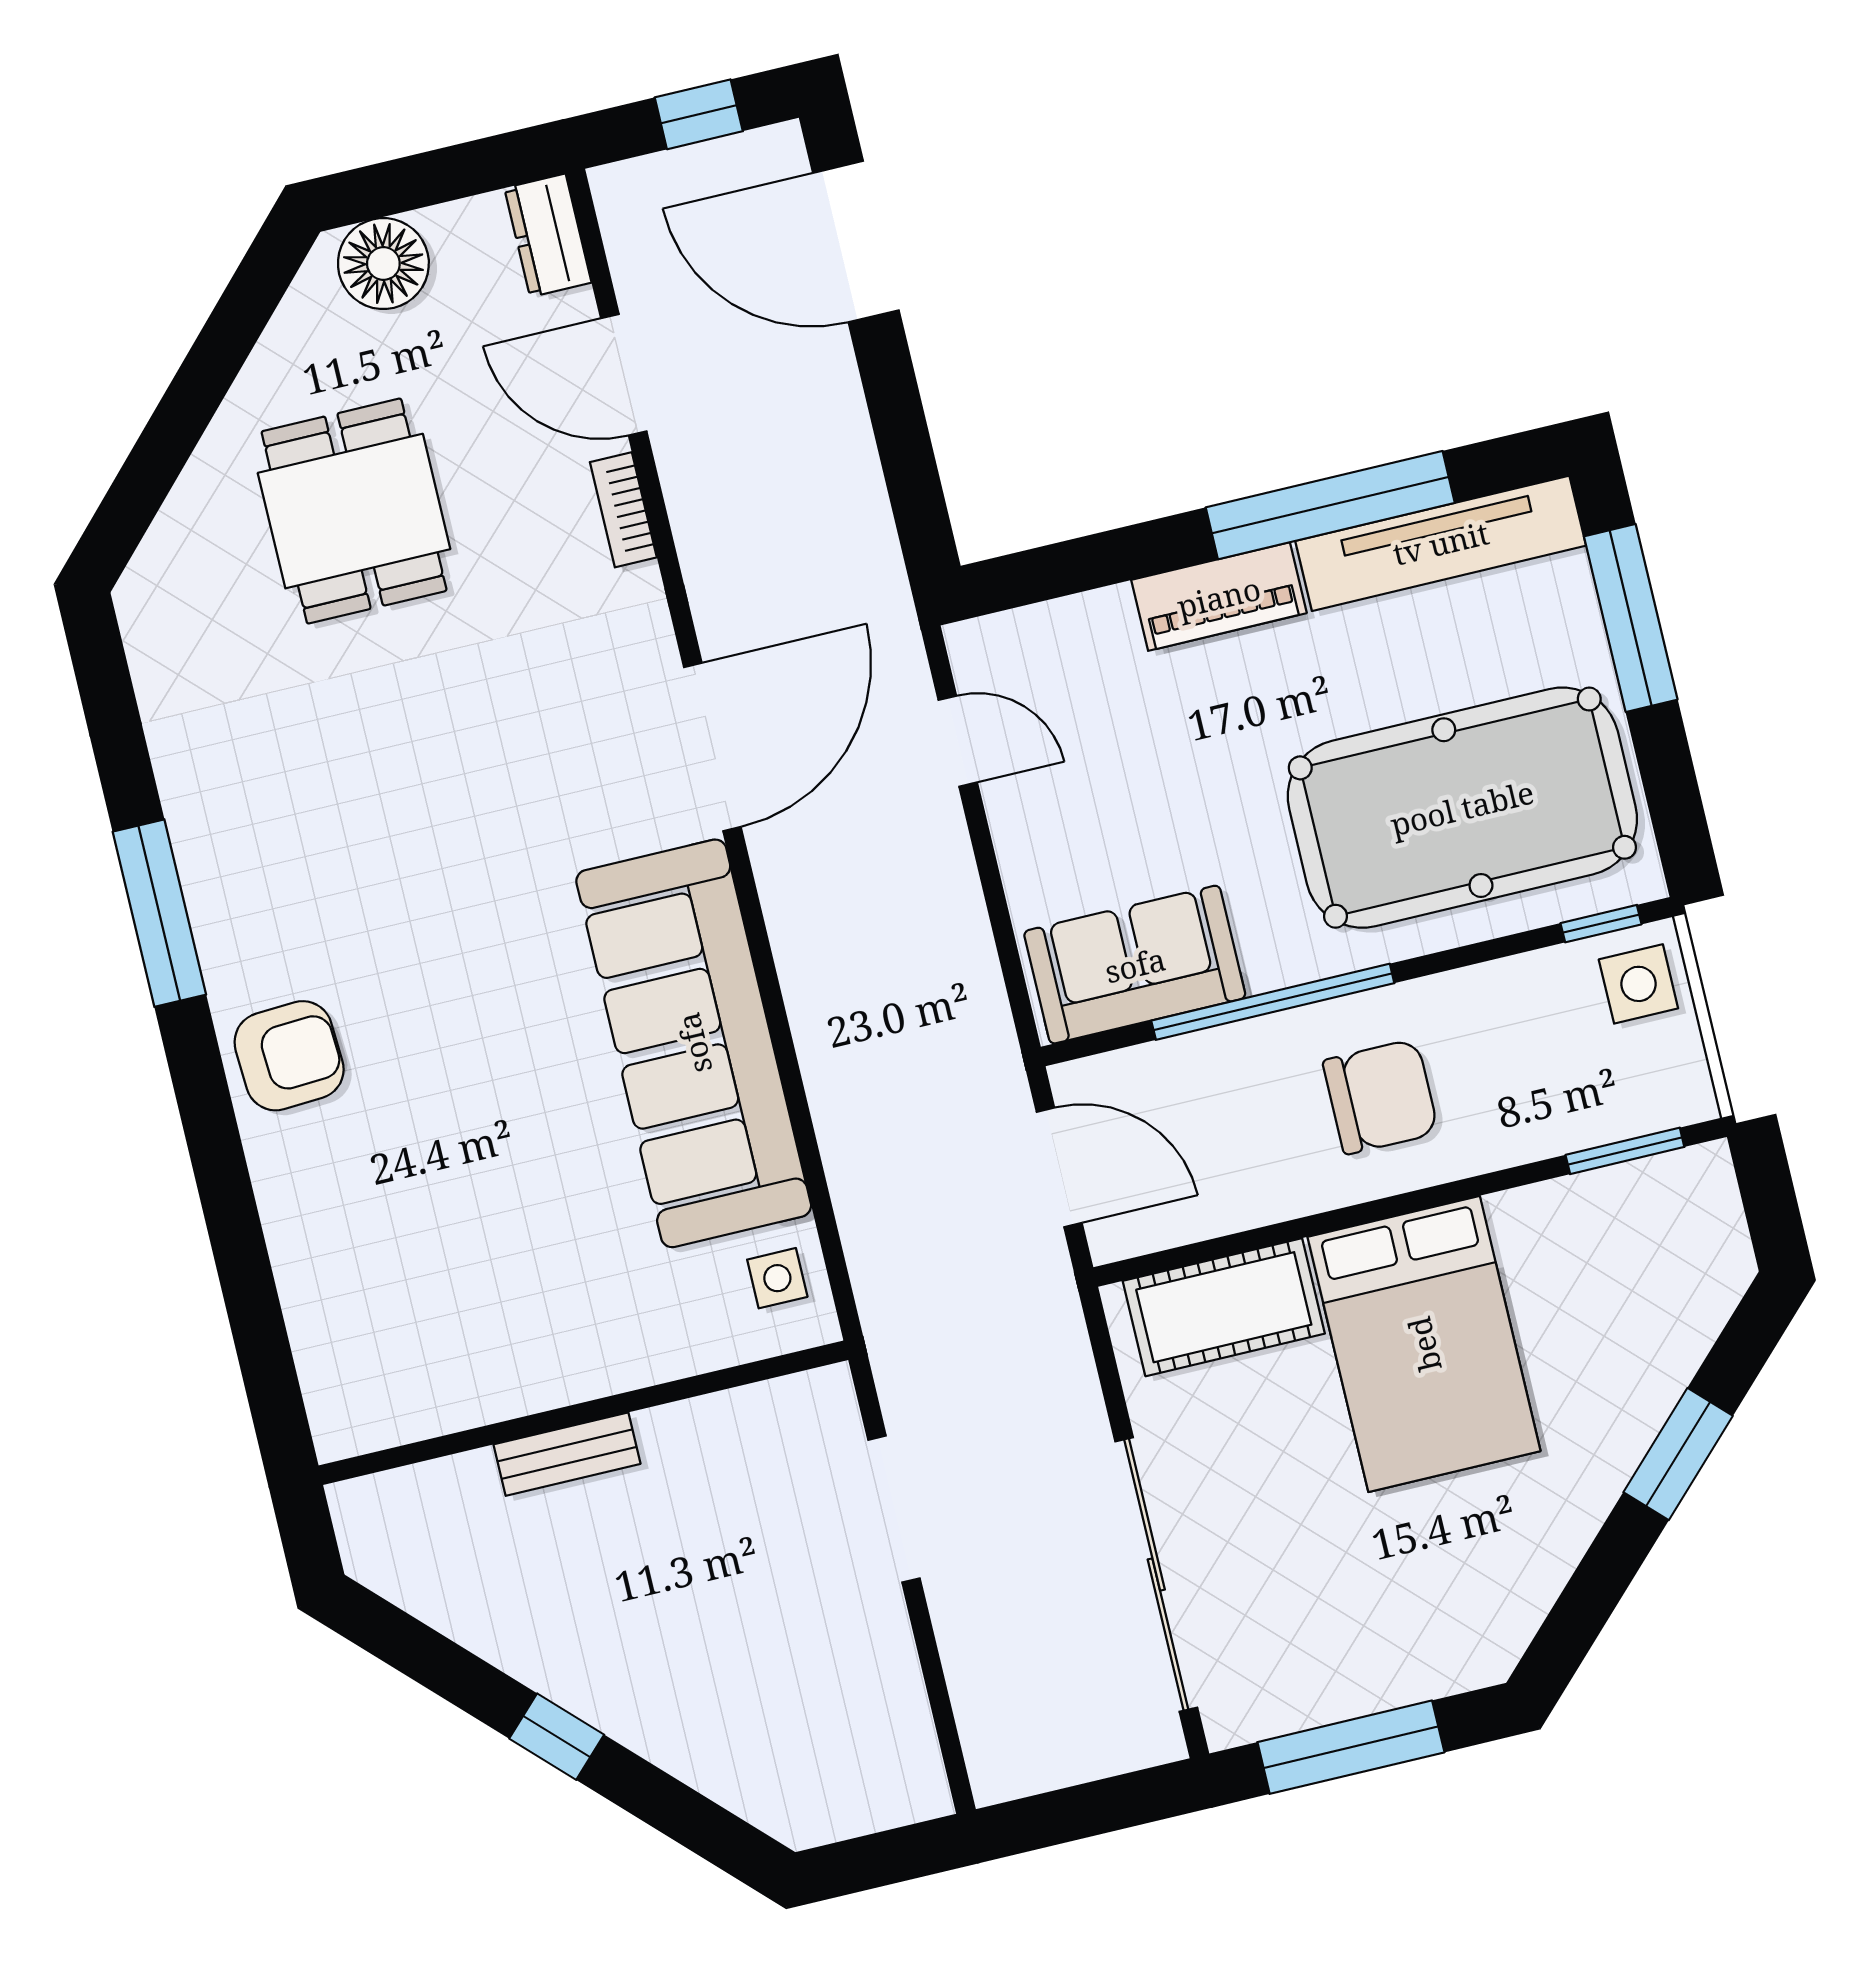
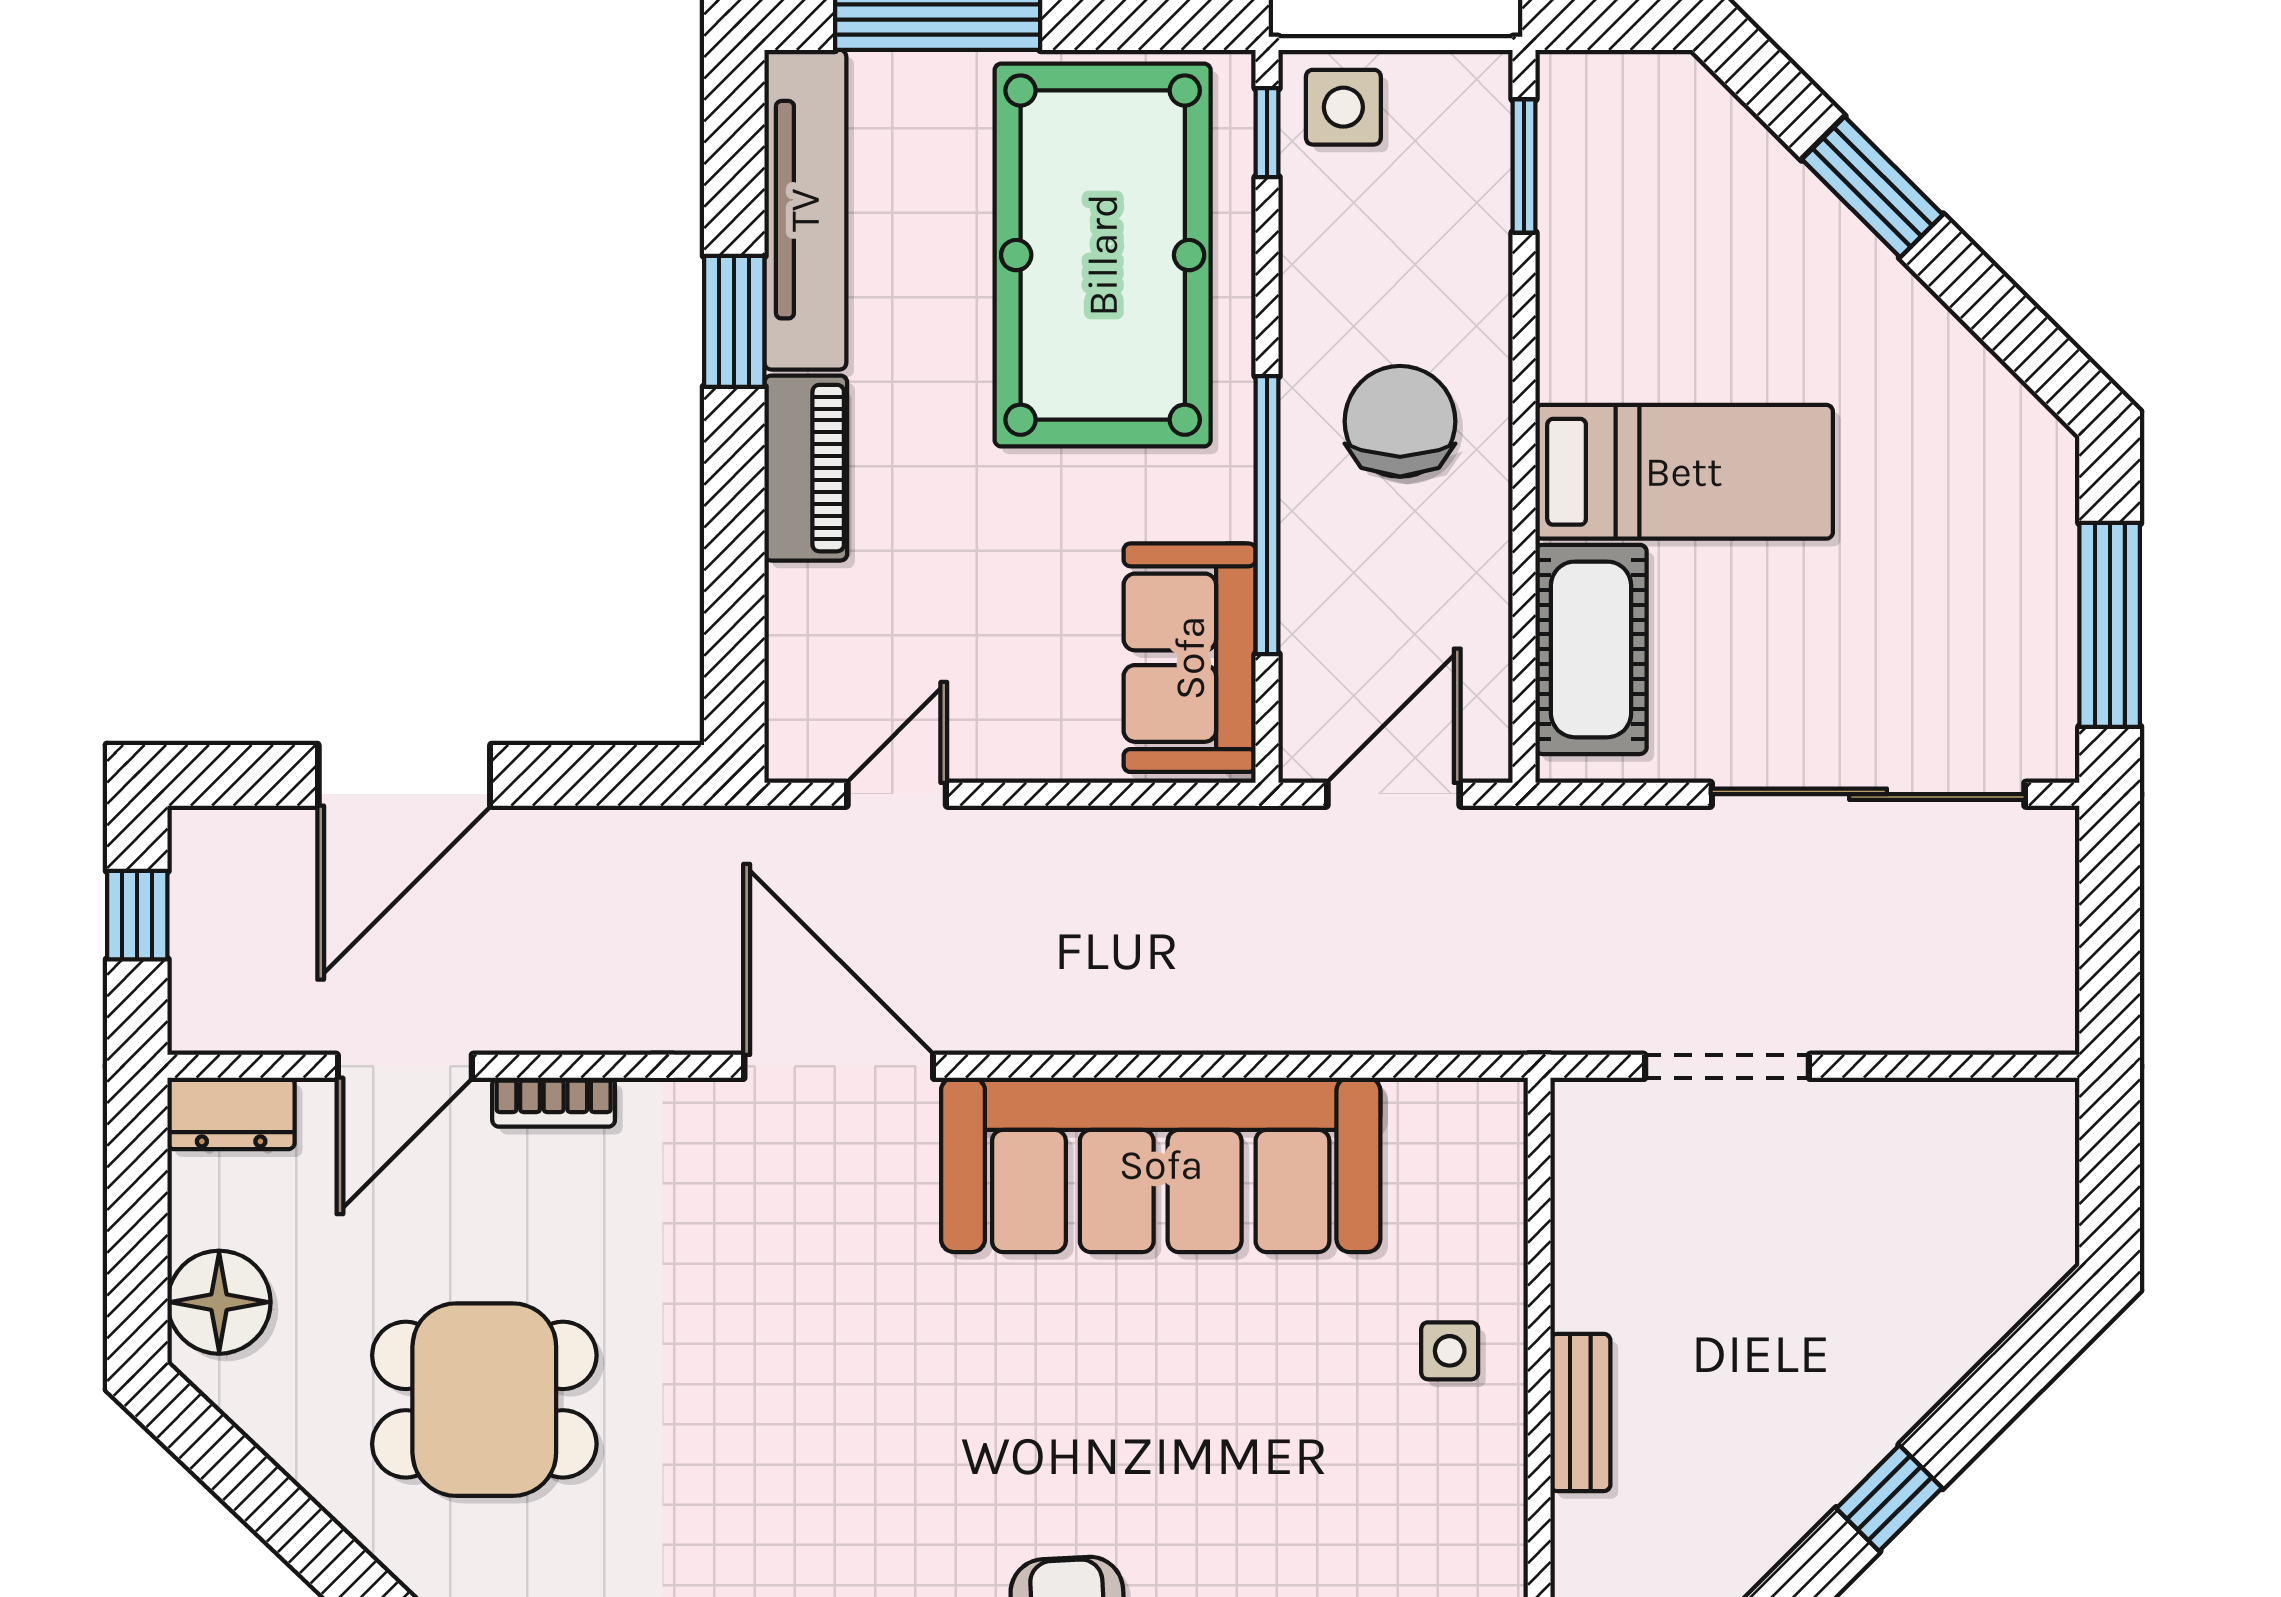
door: (856, 242) -> (404, 775), moved
window: (1330, 505) -> (734, 321), width x0.47
side table: (777, 1278) -> (1450, 1351), moved
bed: (1424, 1344) -> (1684, 472), width x0.67

